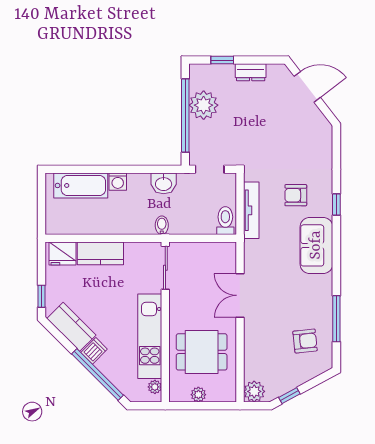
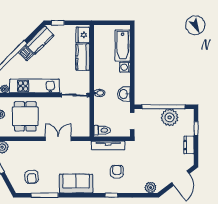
plant: (323, 138) -> (151, 188), added
sofa: (316, 245) -> (76, 184), moved

